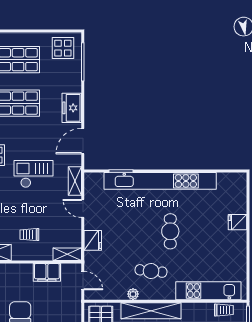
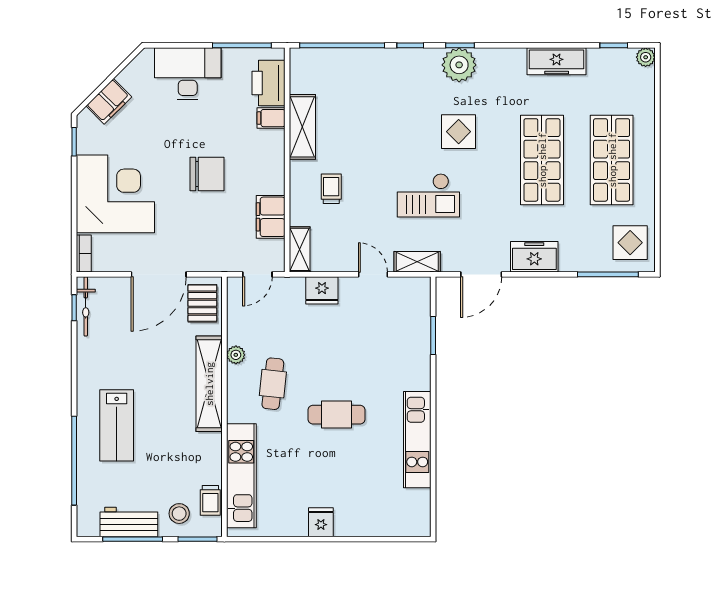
door: (83, 141) -> (481, 274), swing flipped
checkout: (33, 174) -> (428, 195), turned 90
kitchen unit: (160, 181) -> (417, 440), width x0.54
door: (83, 209) -> (373, 274), hinge flipped
fridge: (237, 222) -> (321, 522), moved

